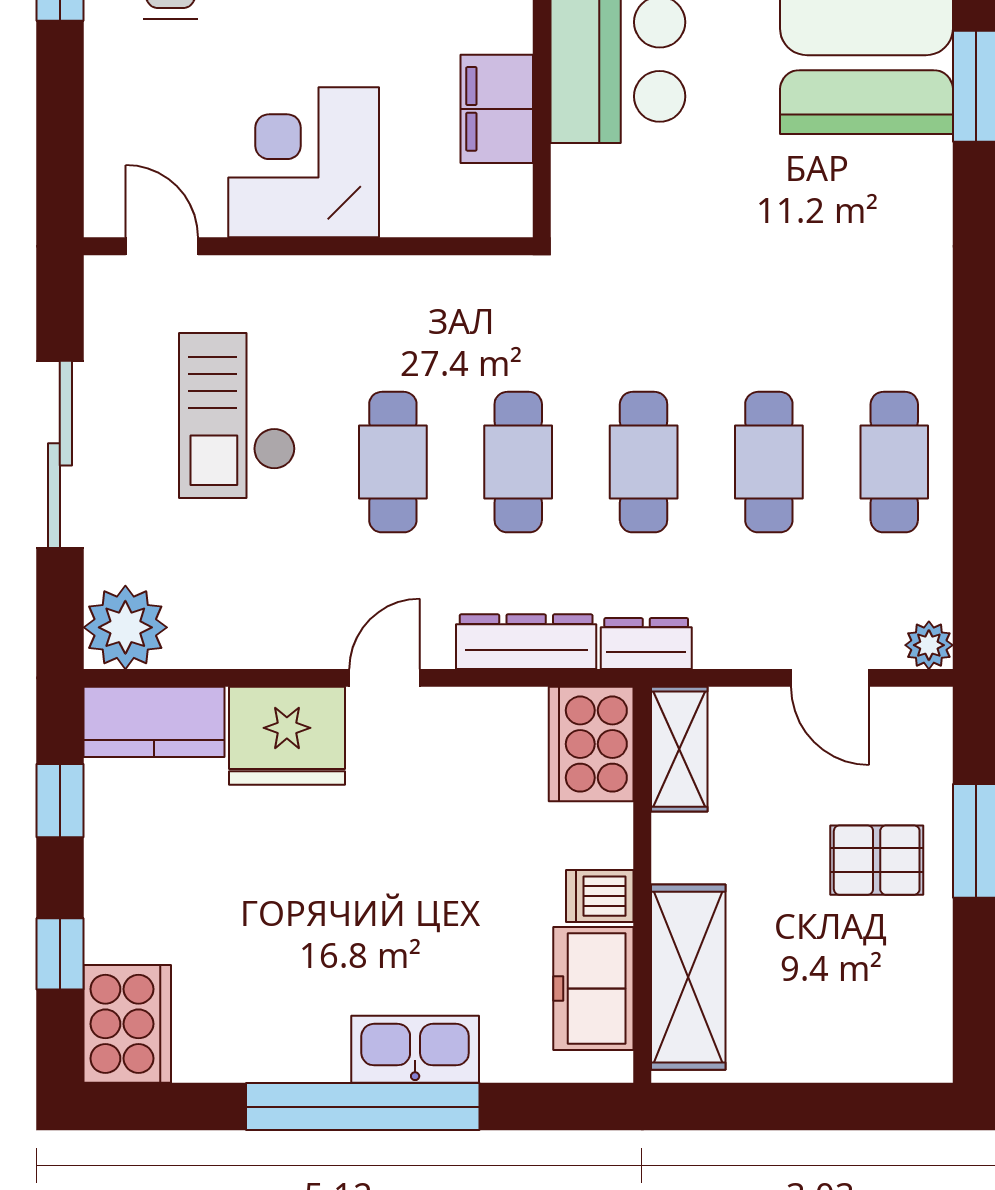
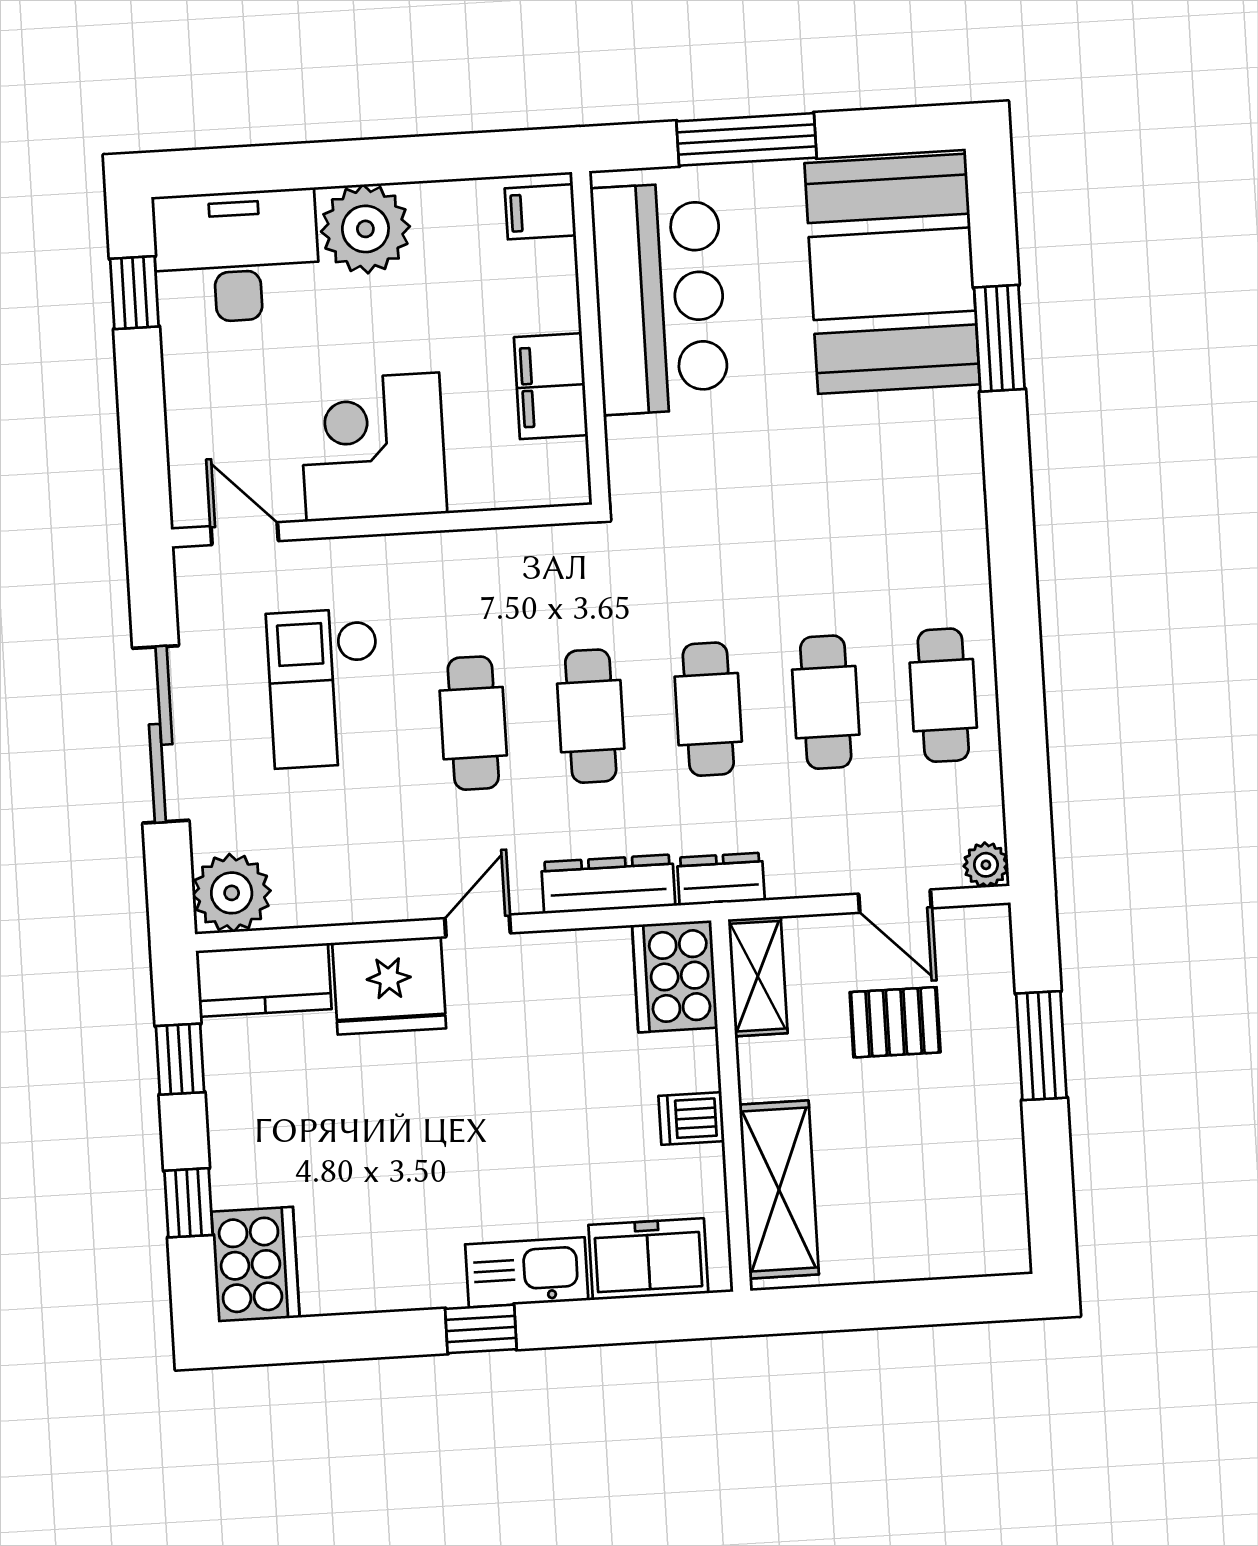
pallet: (877, 860) -> (895, 1022), moved
freezer: (593, 989) -> (648, 1259), moved, turned 90
window: (363, 1107) -> (481, 1329), width x0.32

